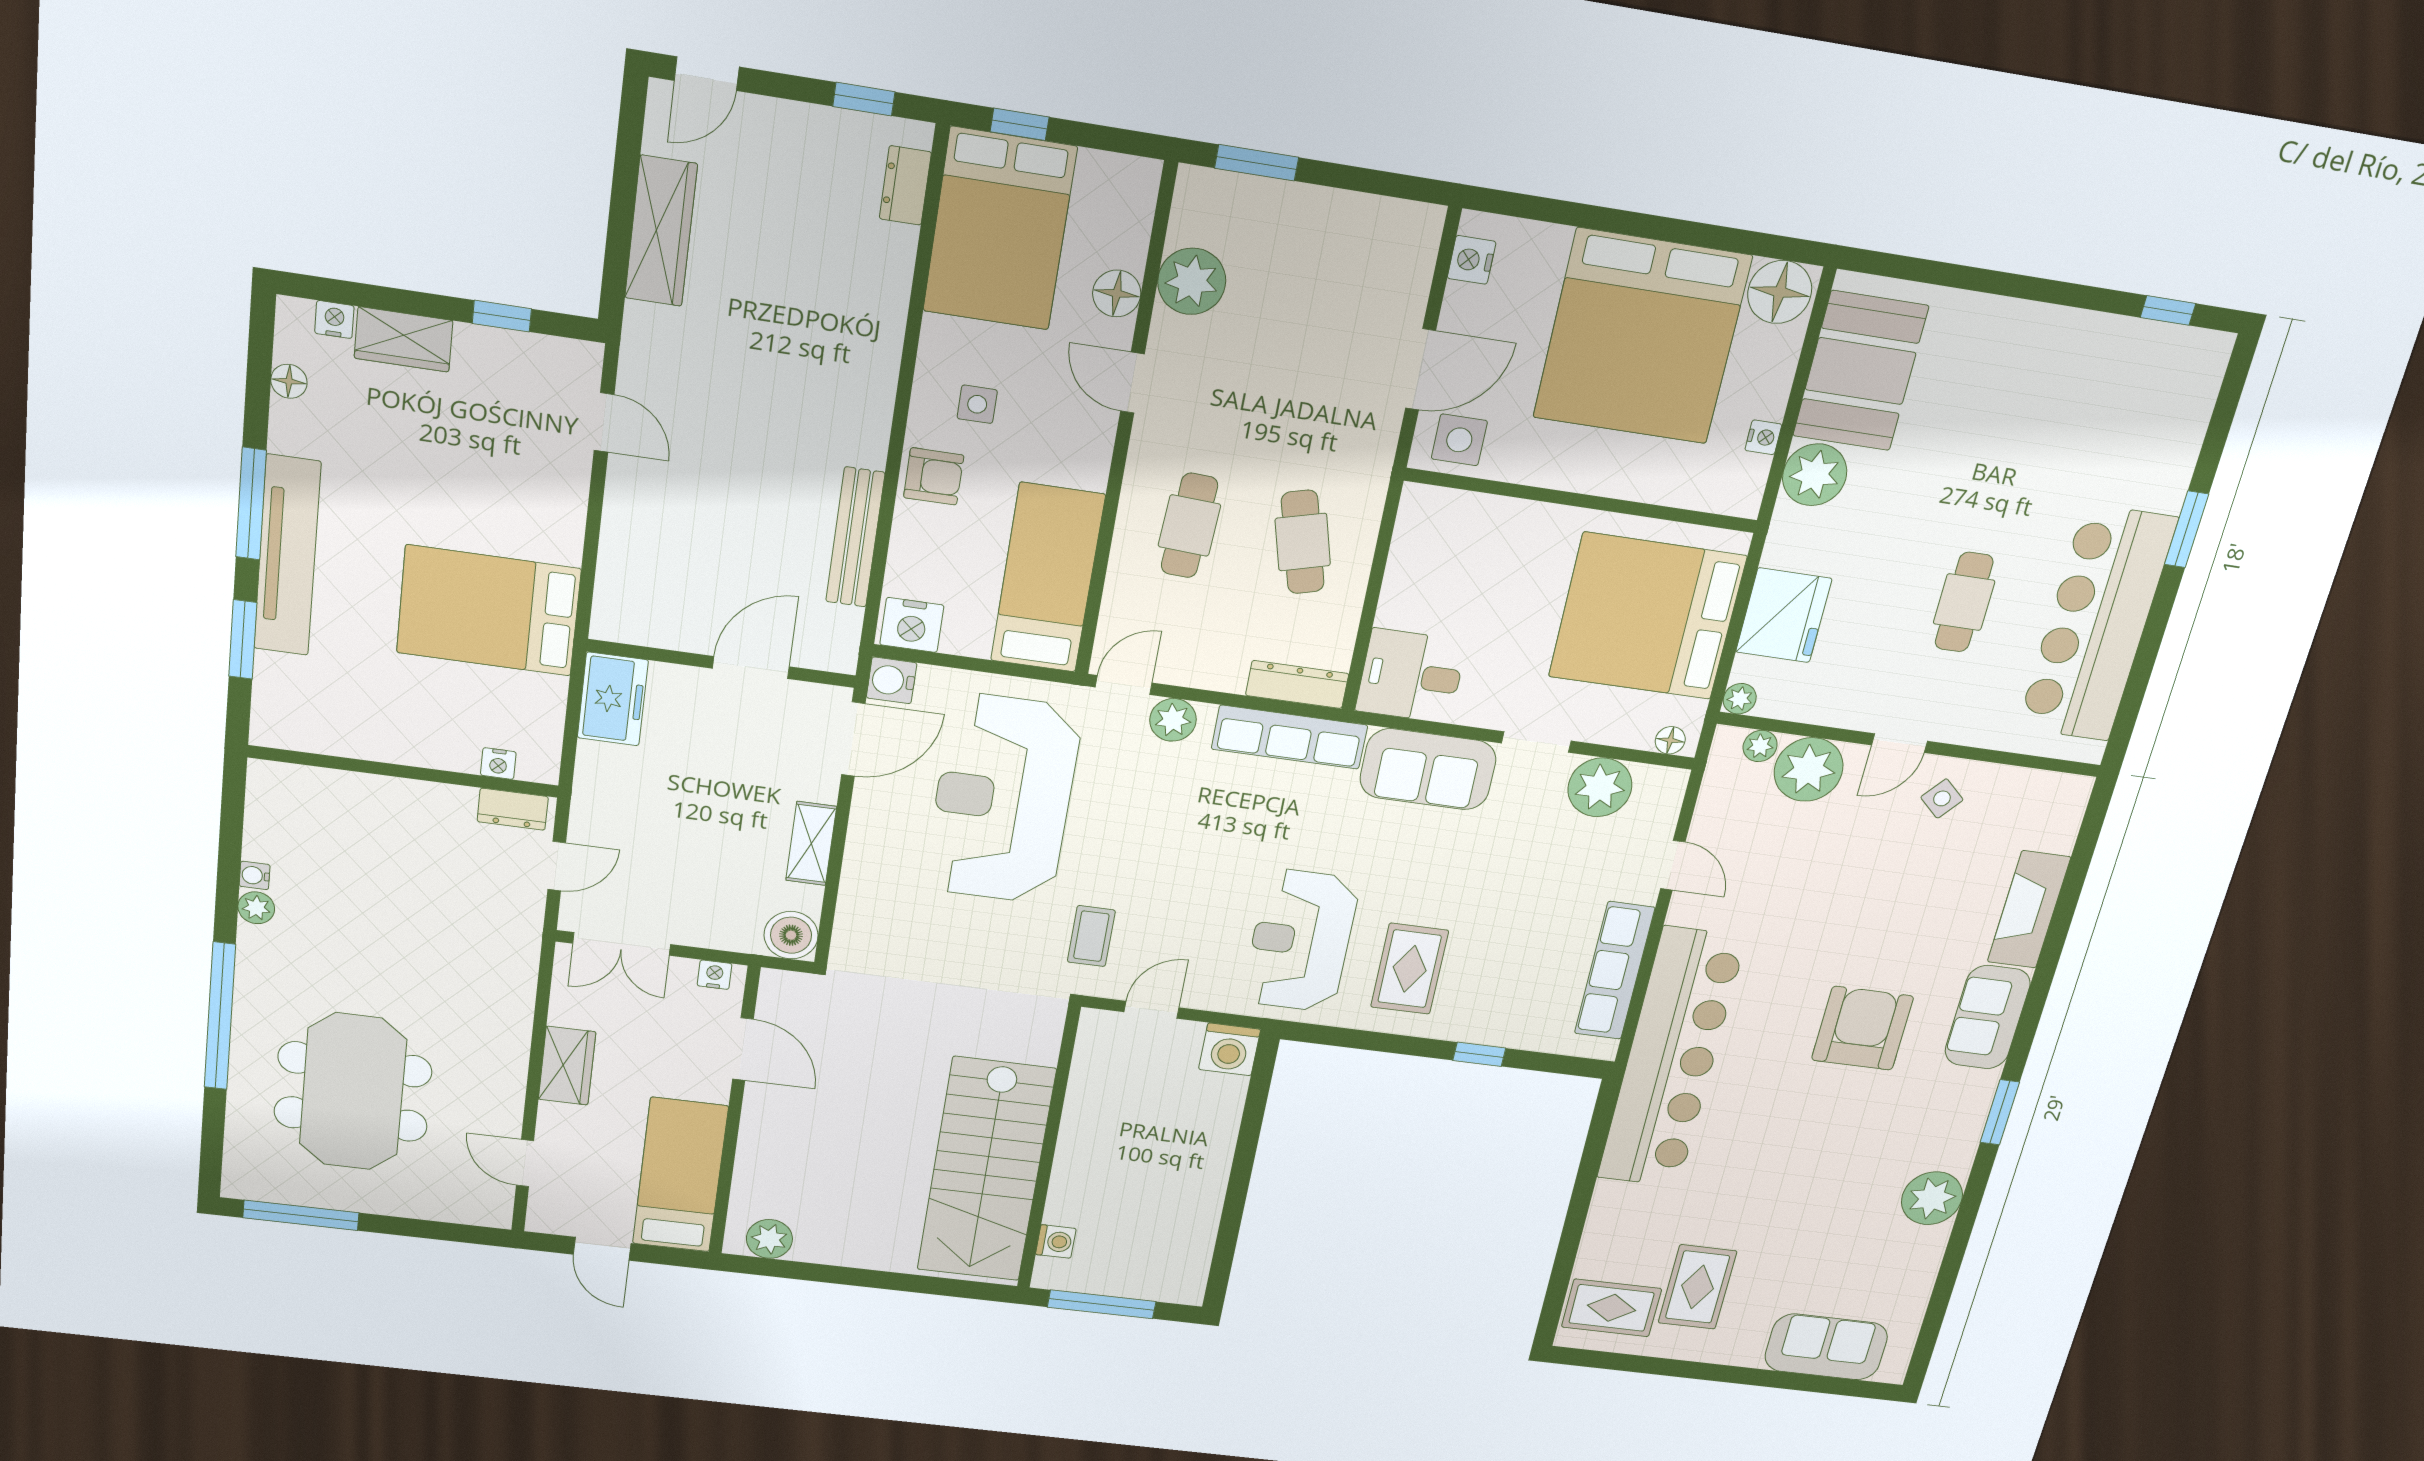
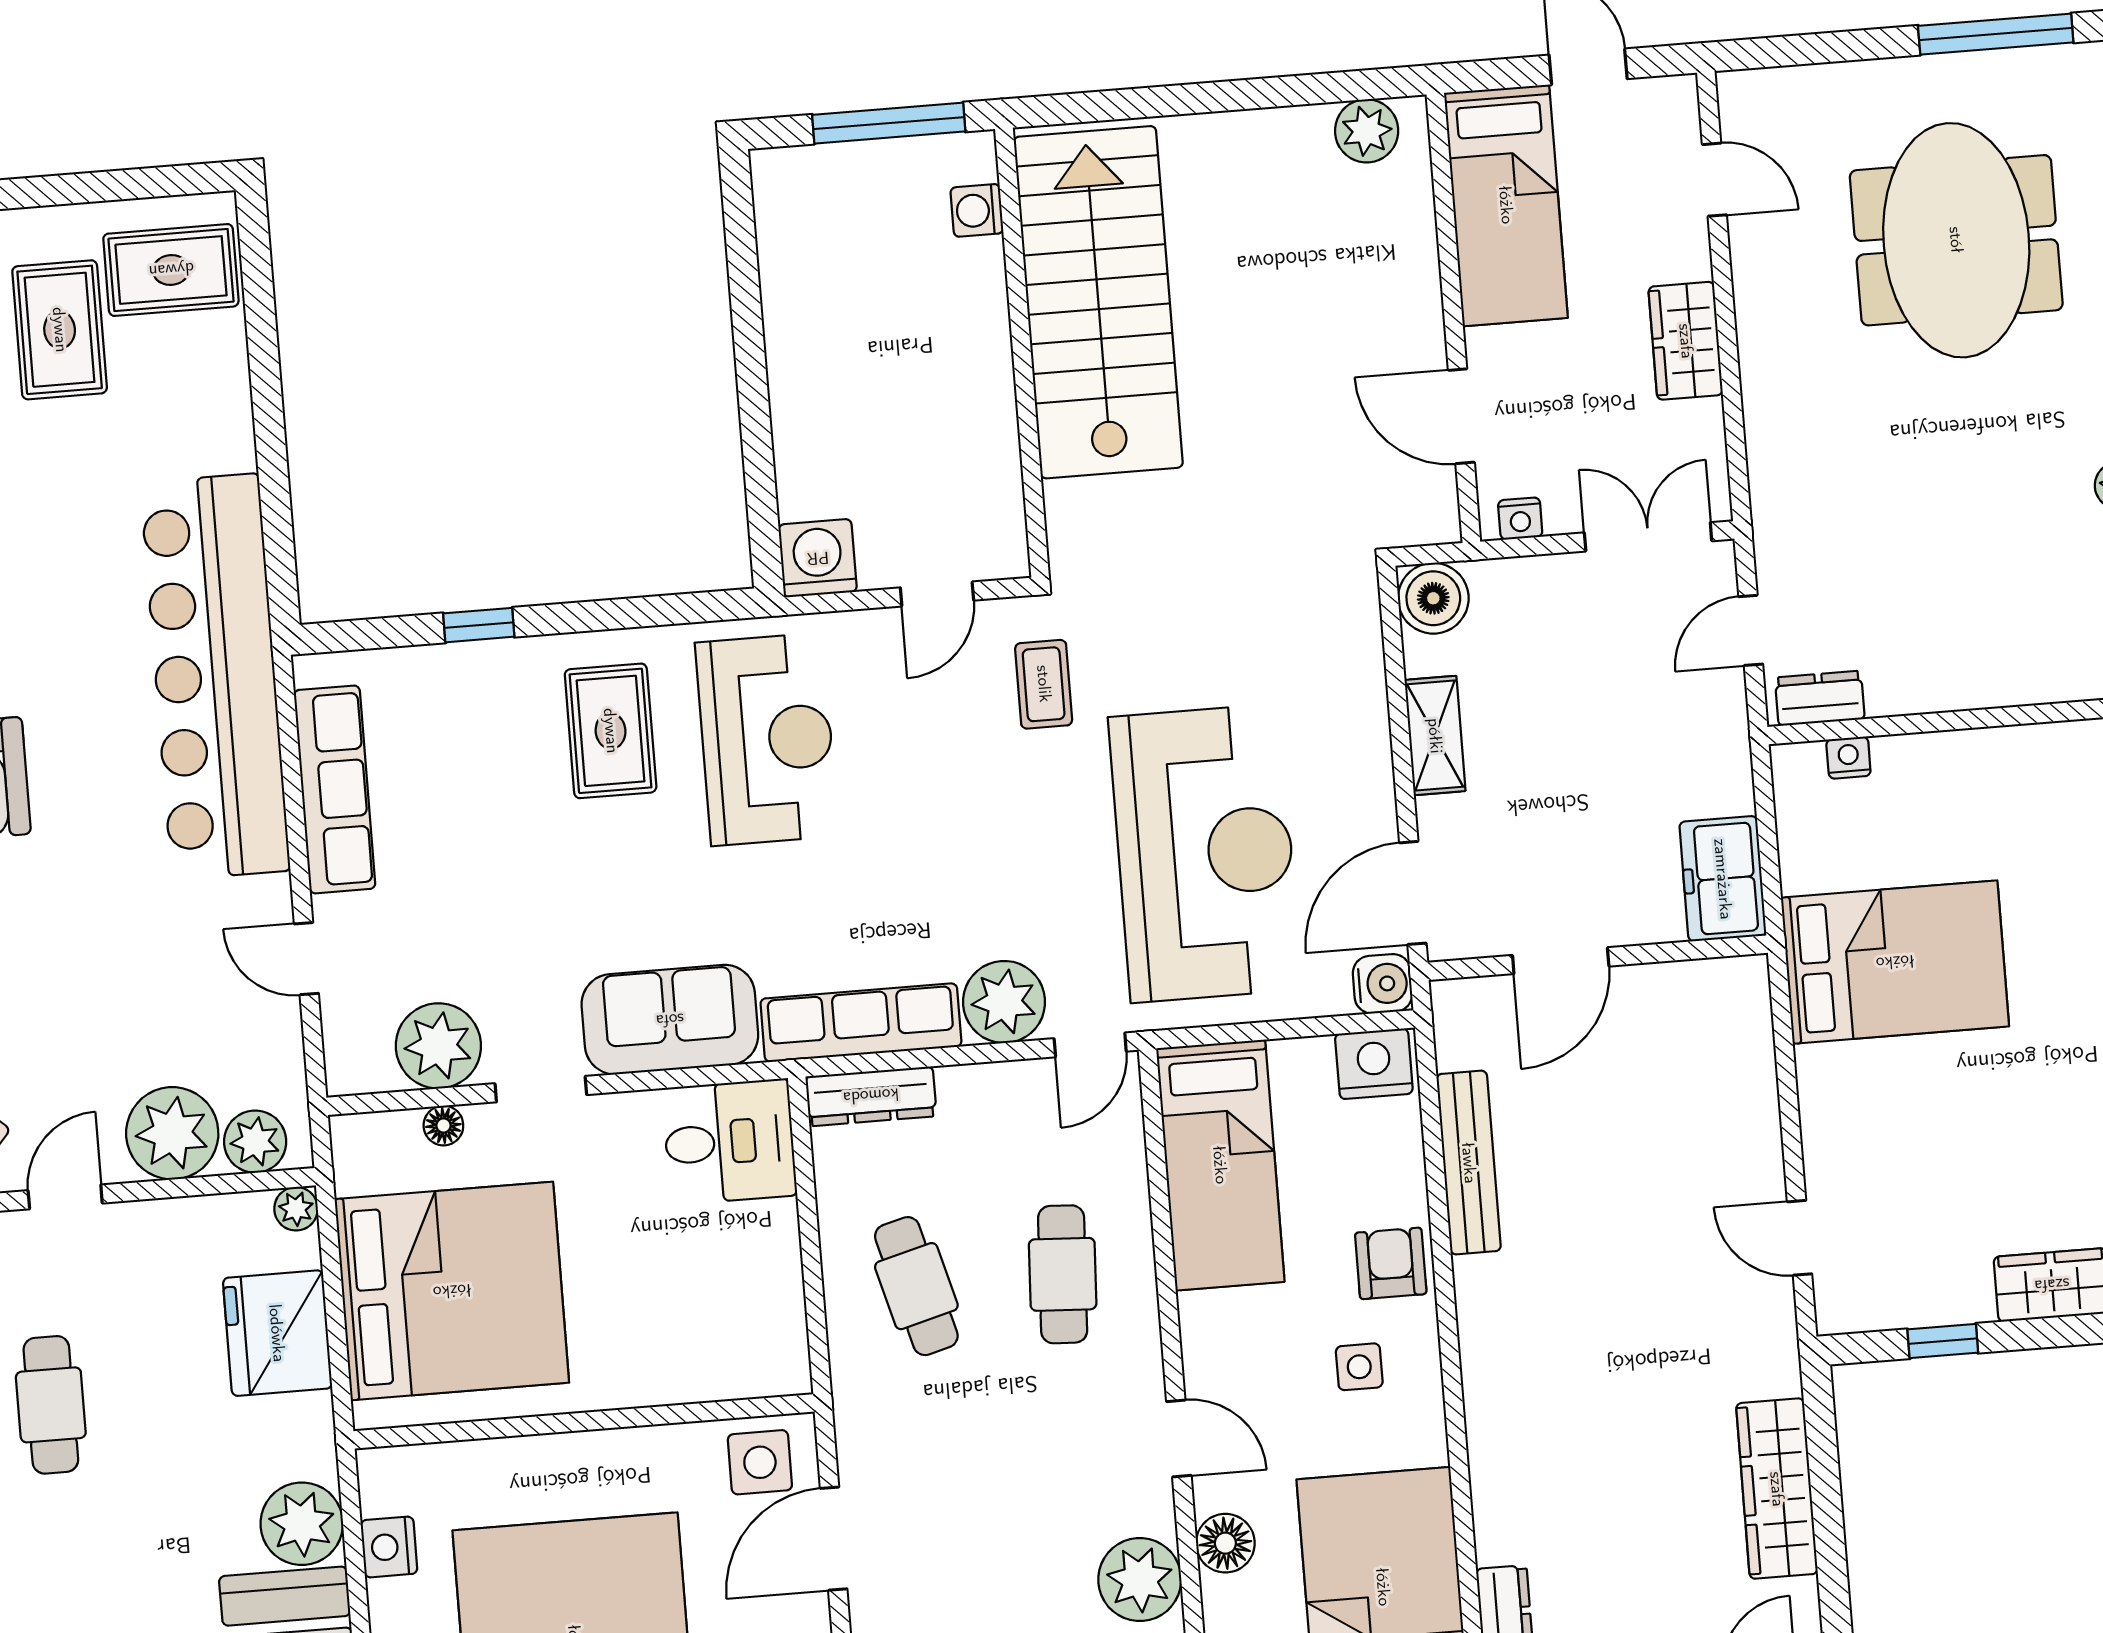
nightstand: (1763, 437) -> (389, 1547), width x1.39, depth x1.35
armchair: (934, 476) -> (1391, 1263), turned 90
plant: (1173, 720) -> (1004, 1002), width x1.36, depth x1.36
floor lamp: (1670, 740) -> (443, 1126), moved
plant: (1760, 746) -> (255, 1142), width x1.38, depth x1.38

